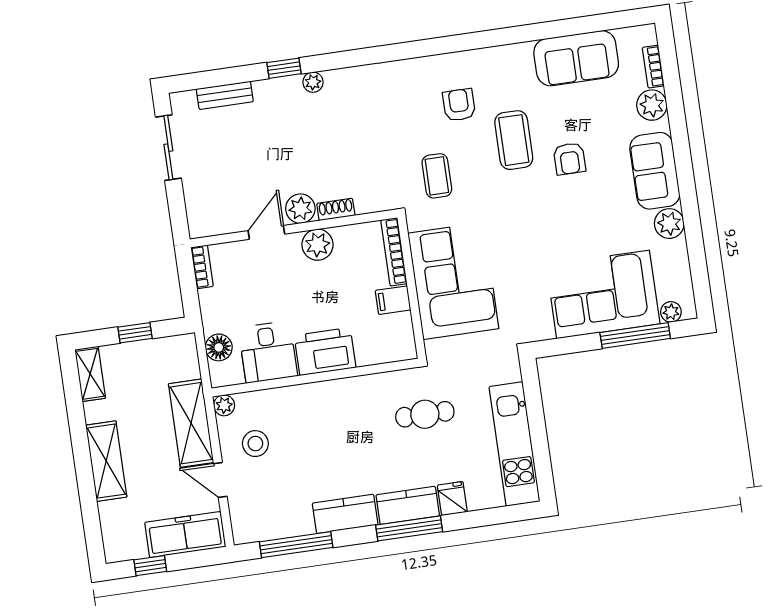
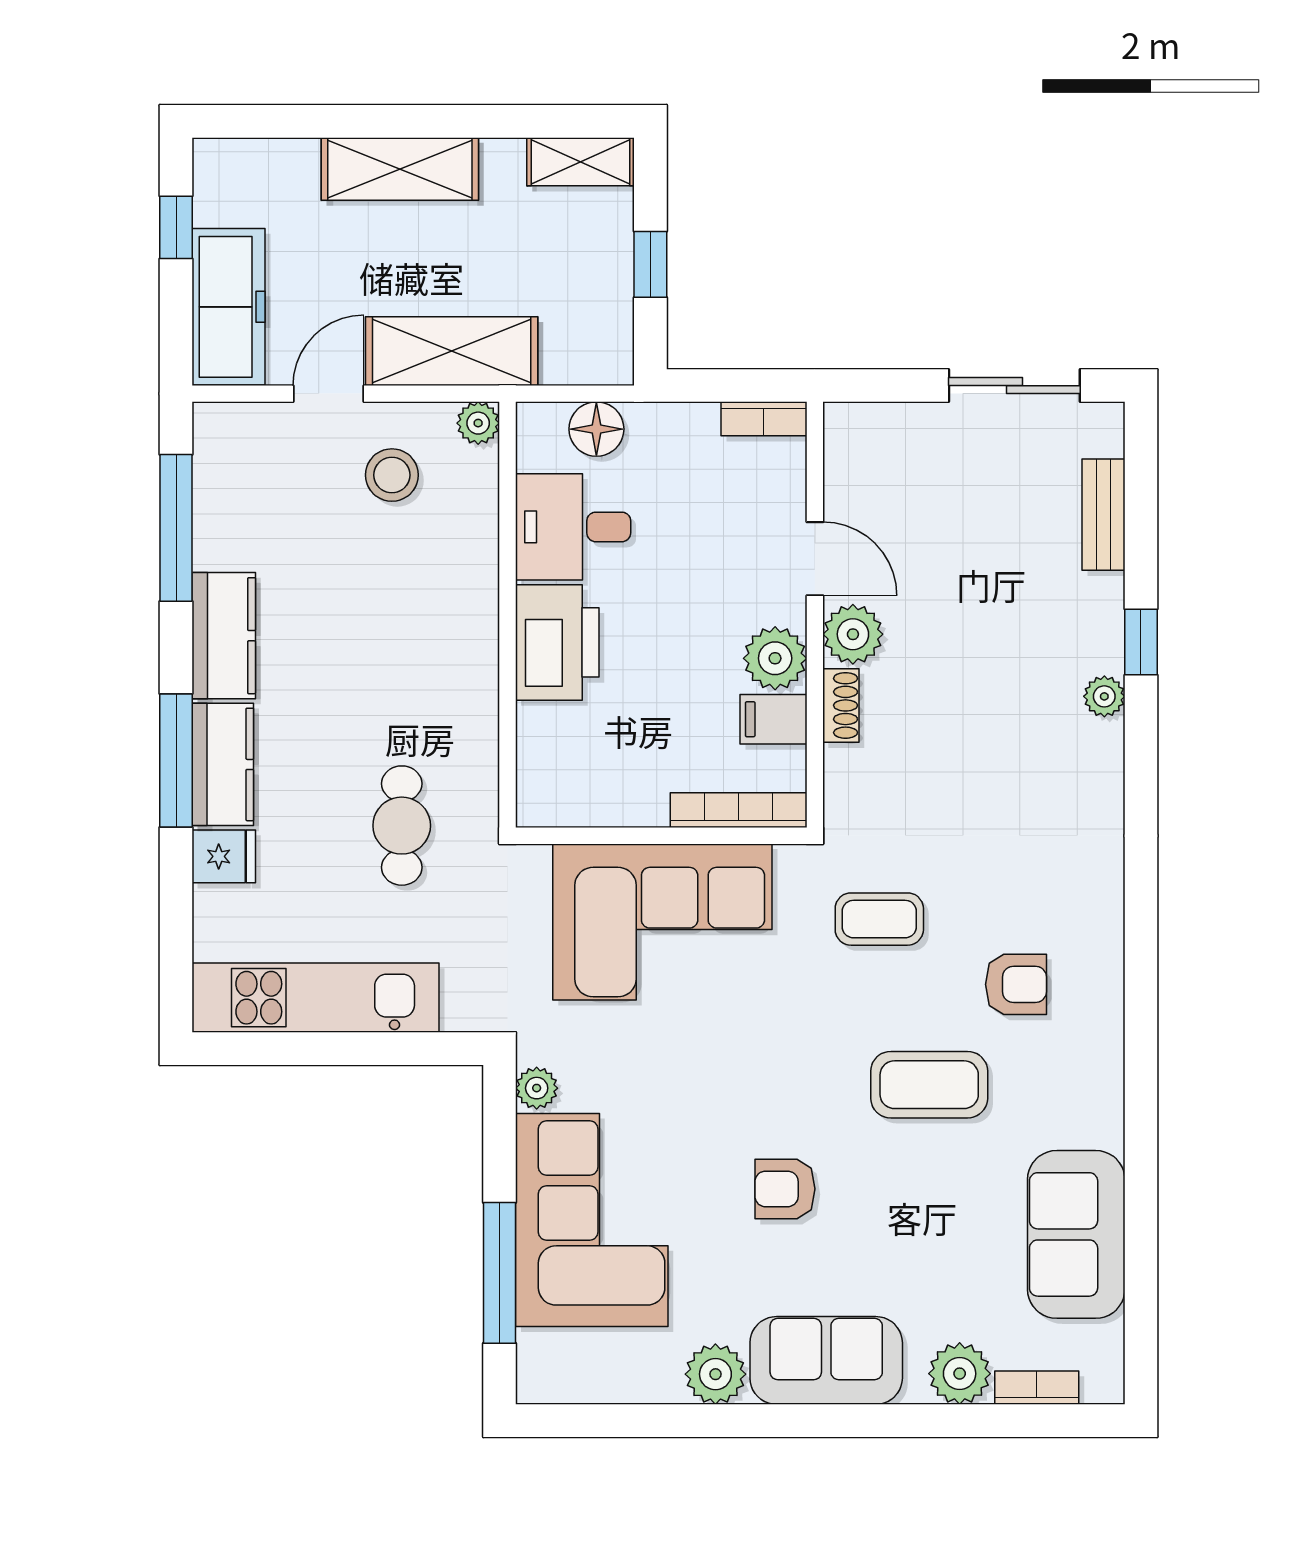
armchair: (569, 159) -> (785, 1189), moved
filing cabinet: (393, 300) -> (773, 719), moved, turned -90
plant: (671, 312) -> (537, 1088), moved

